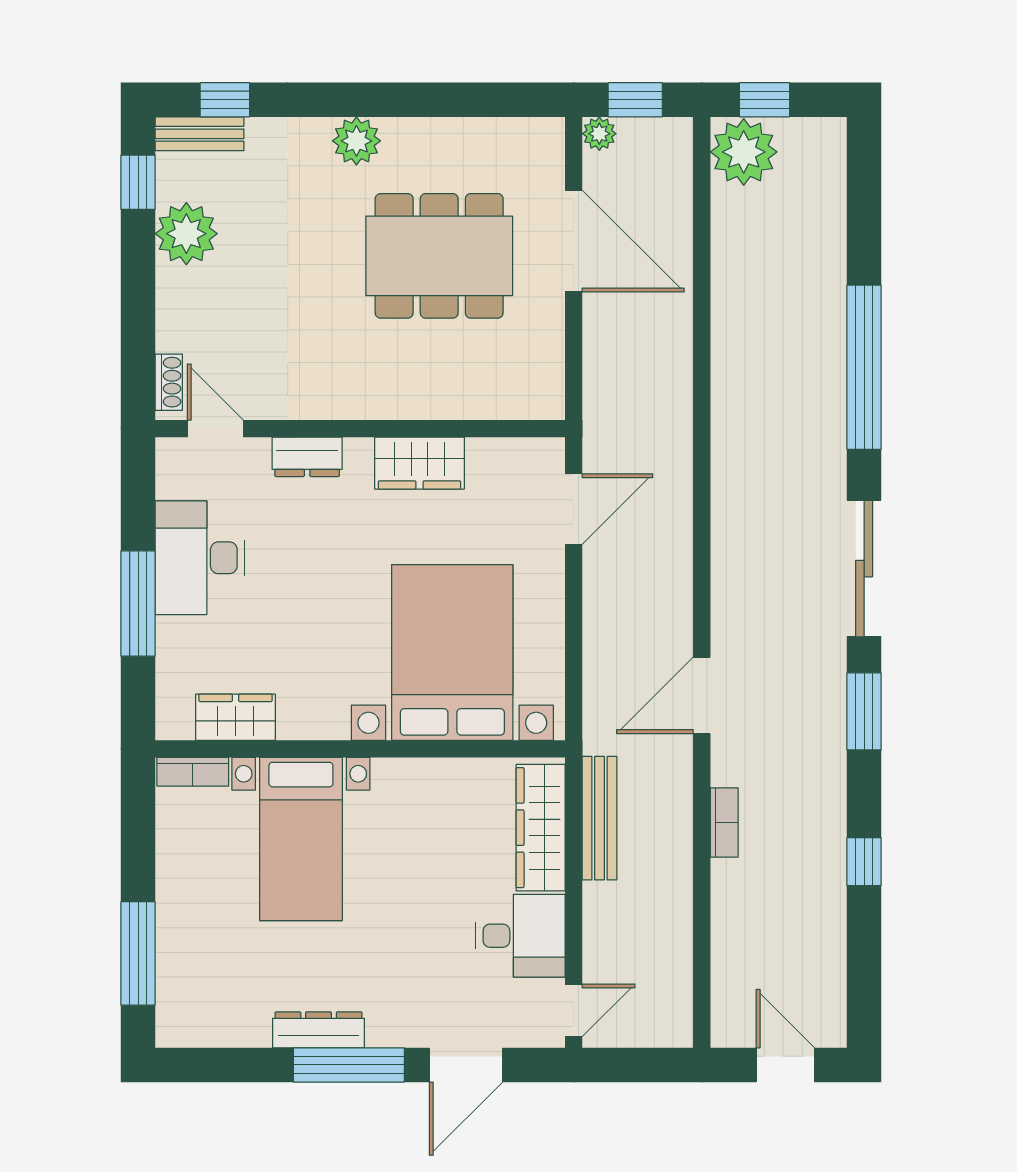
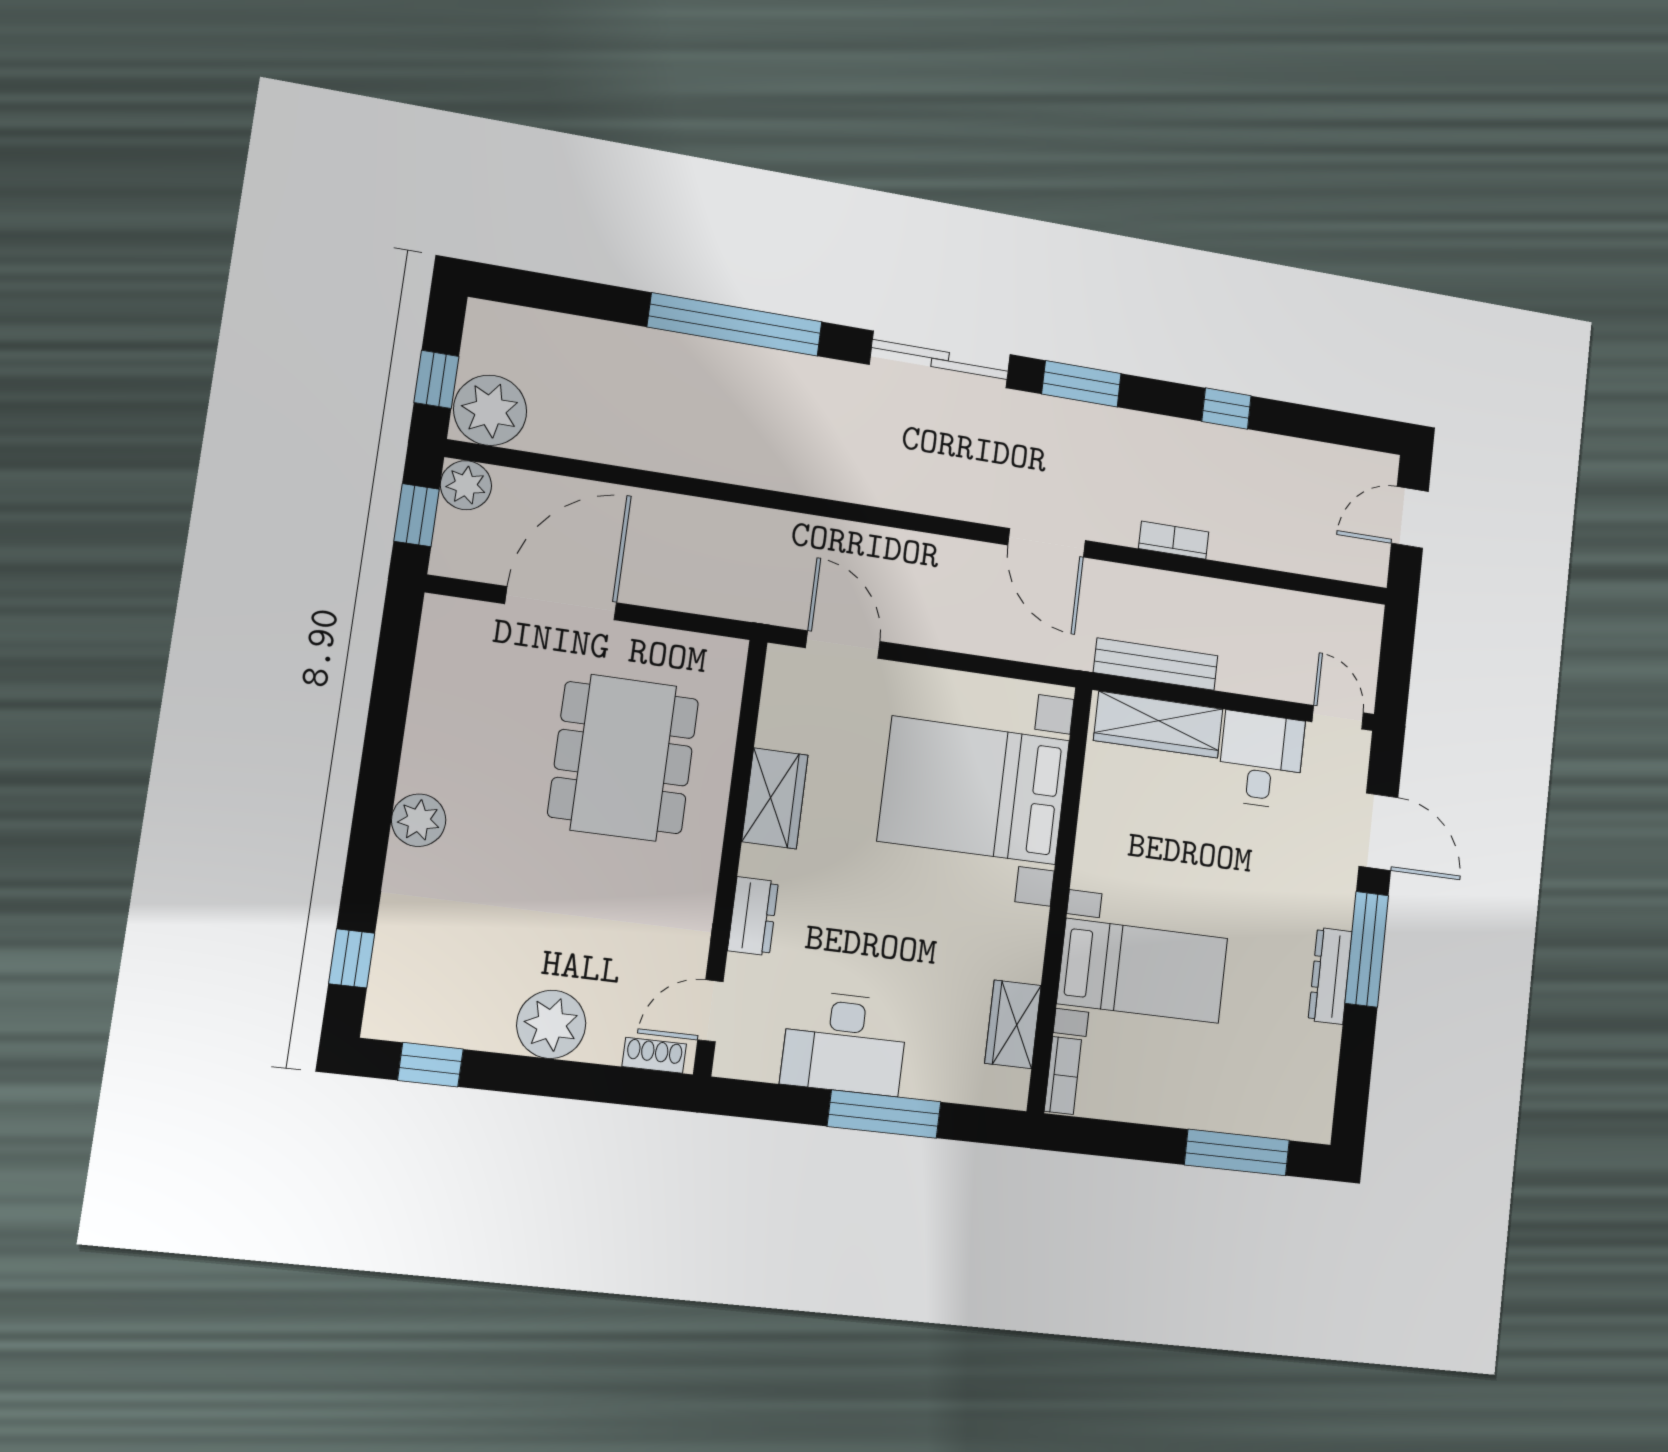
bench: (200, 134) -> (386, 991), removed
plant: (599, 134) -> (466, 485), moved, width x1.38, depth x1.38
plant: (186, 234) -> (551, 1024), moved
dining table: (439, 256) -> (623, 758), moved

